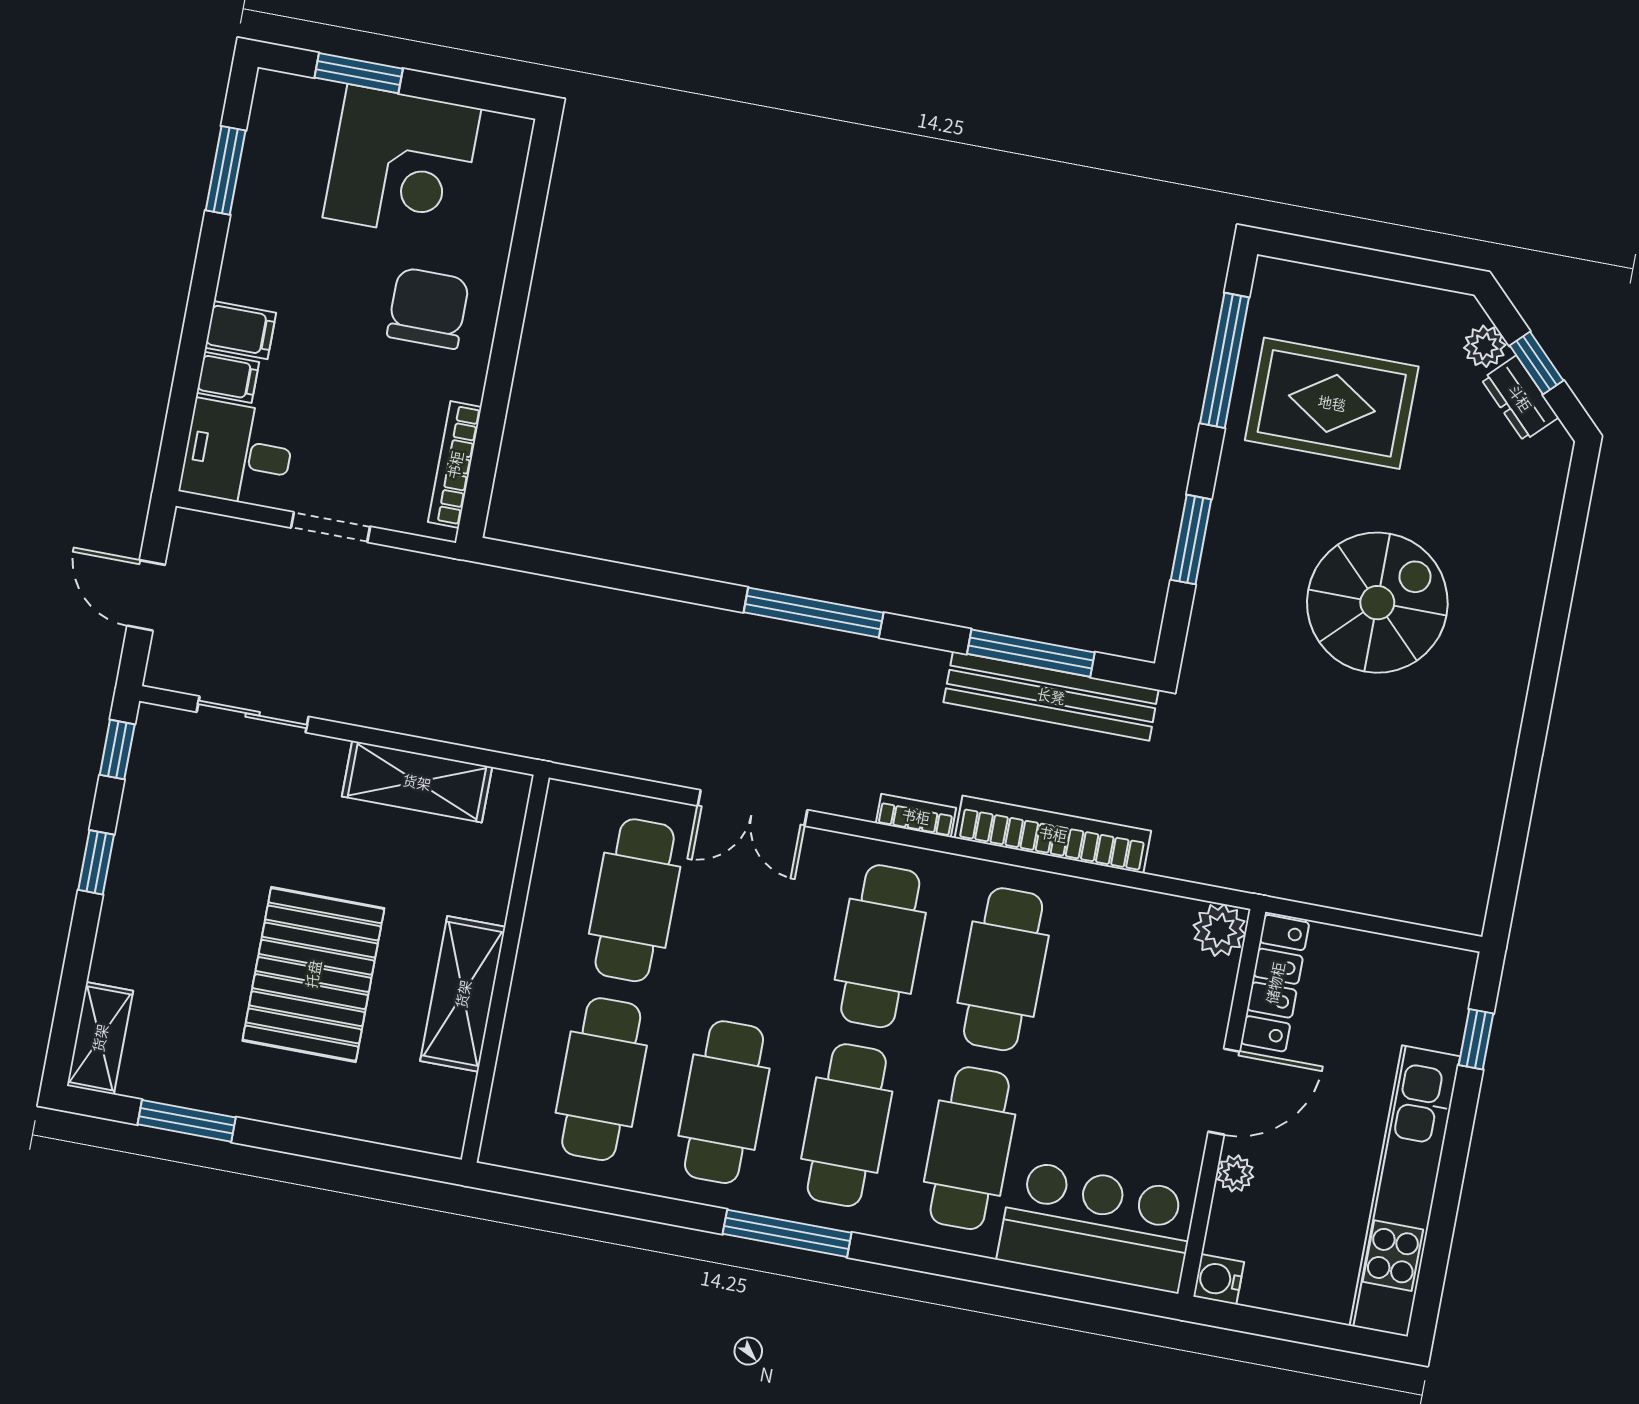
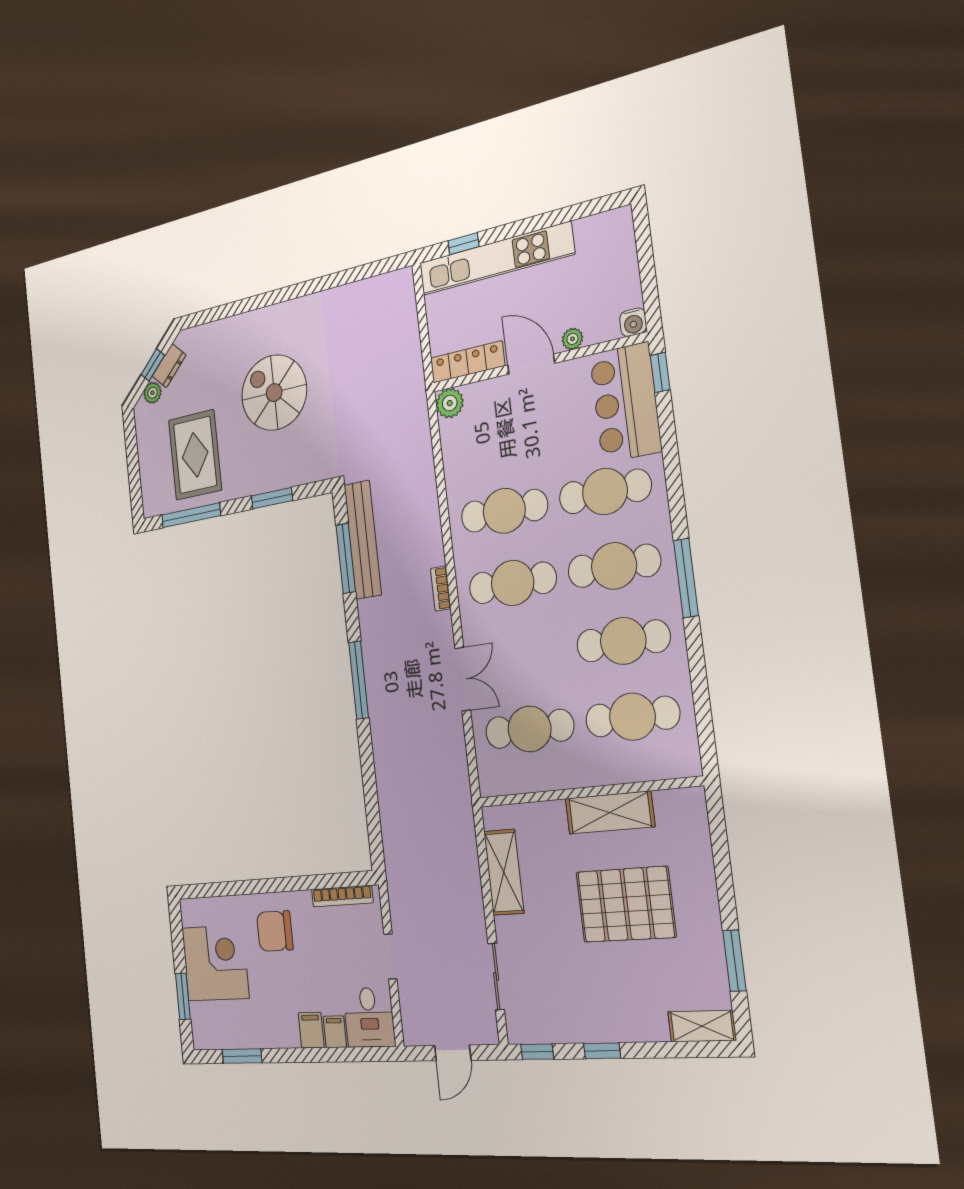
bookcase: (1053, 834) -> (429, 512), removed
kitchen unit: (1405, 1191) -> (496, 259), moved
window: (1121, 1296) -> (660, 373), added

